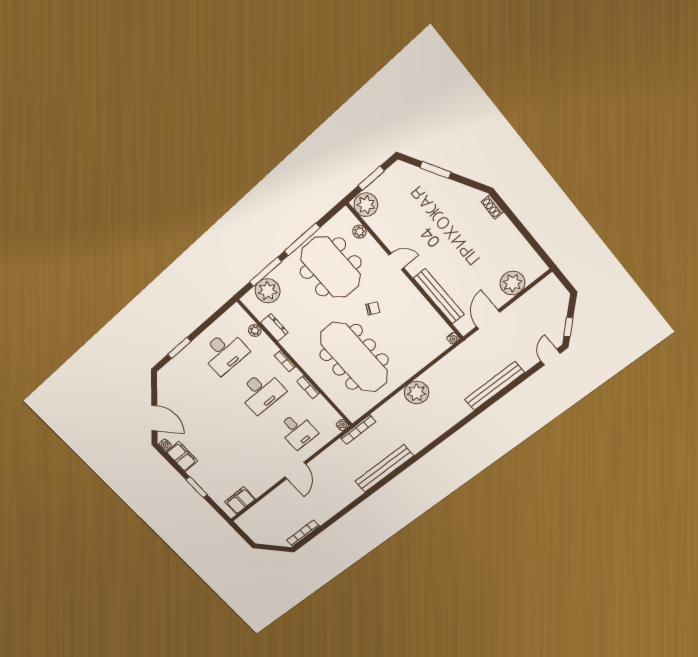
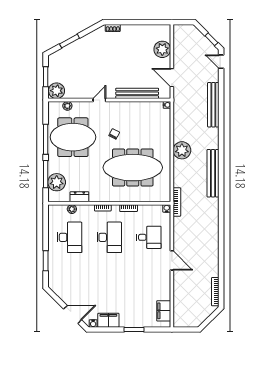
bench: (384, 469) -> (213, 173), moved

